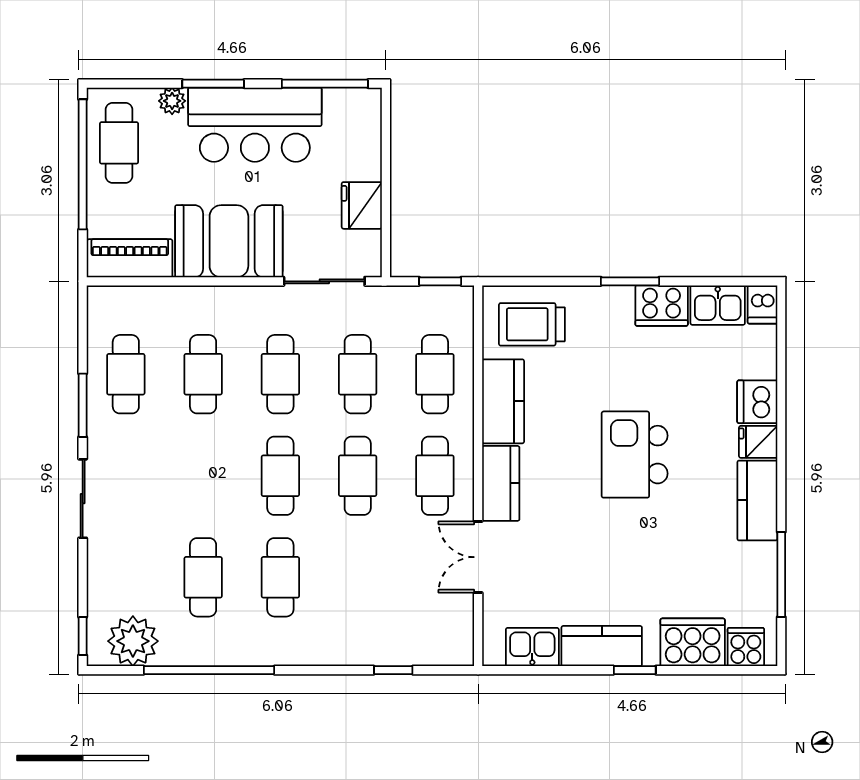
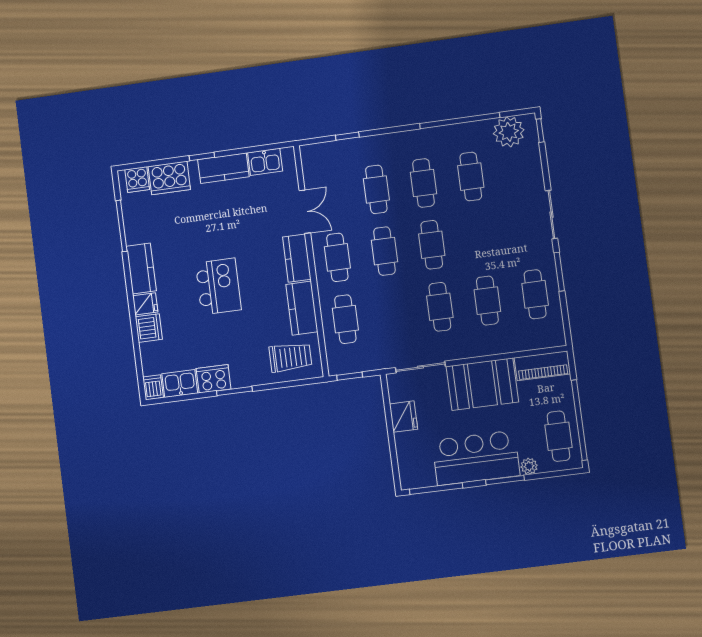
cafe table: (358, 374) -> (376, 189), moved

